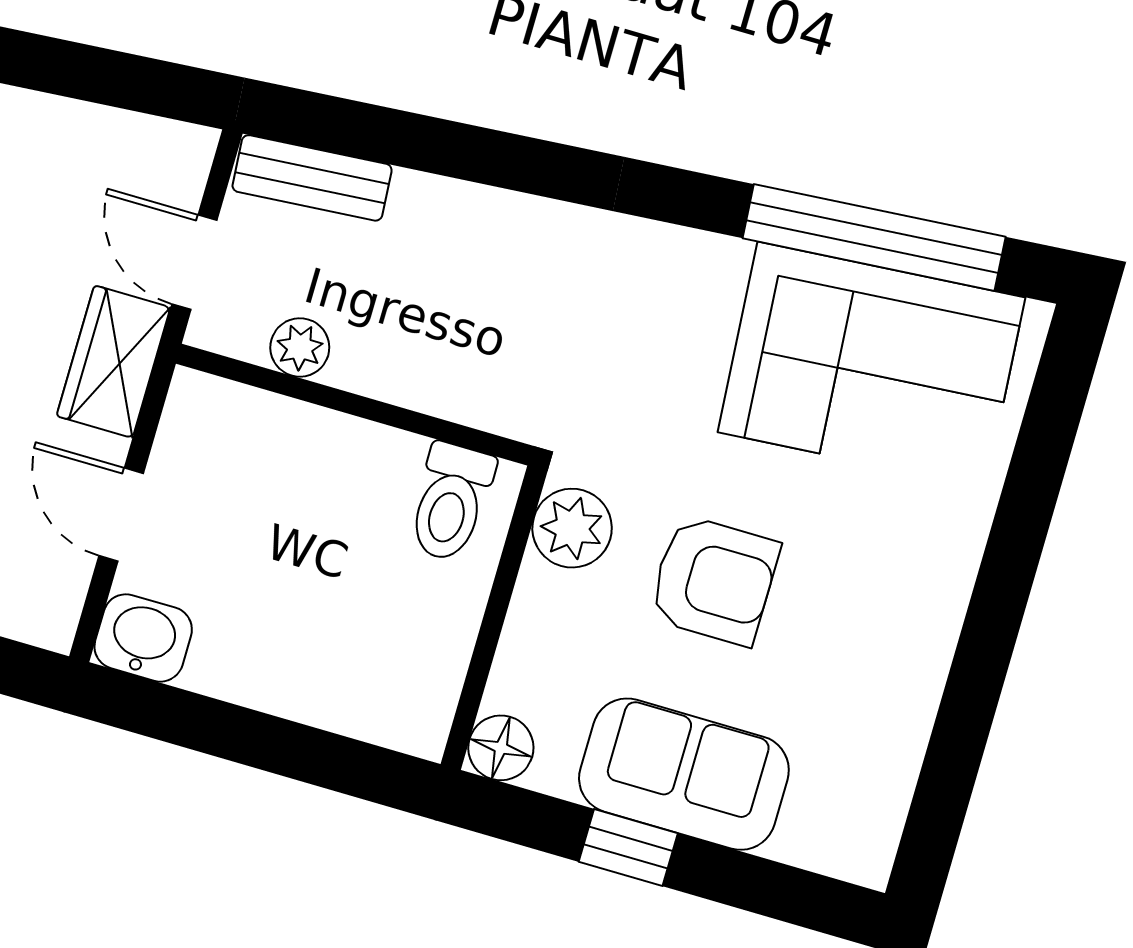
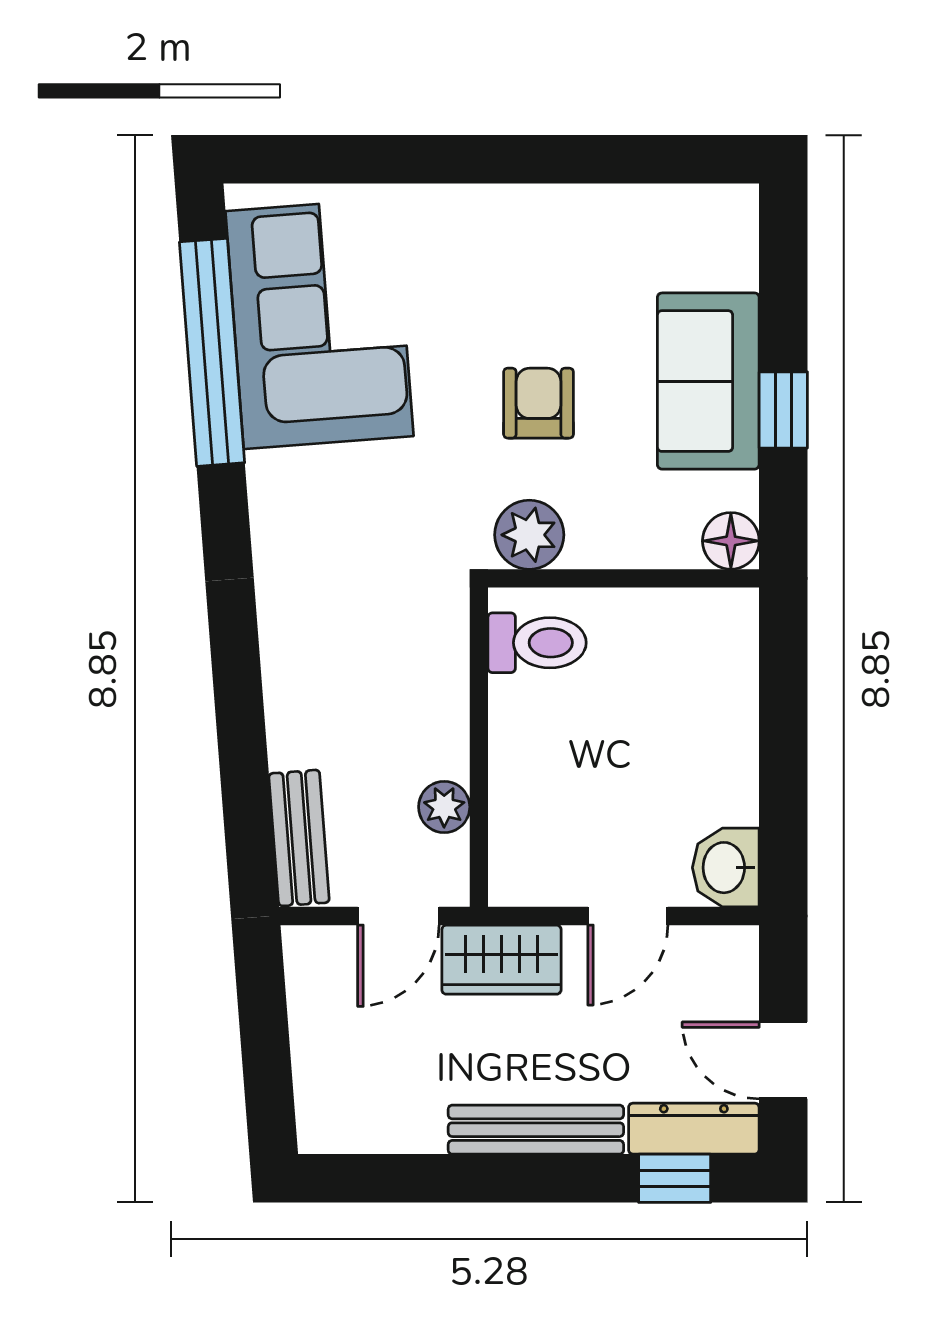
armchair: (714, 580) -> (539, 403), width x0.72, depth x0.72

